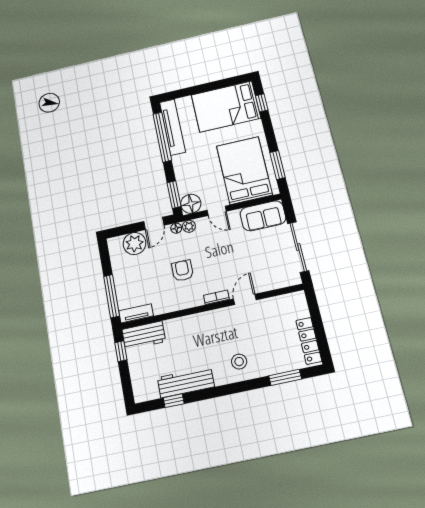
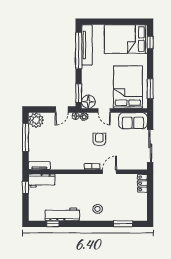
plant: (134, 244) -> (36, 120), moved
armchair: (182, 271) -> (99, 139), moved
window: (112, 296) -> (26, 137), moved
locker: (309, 341) -> (142, 183), moved, width x0.66

